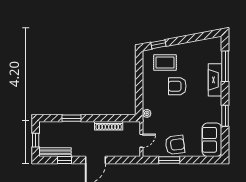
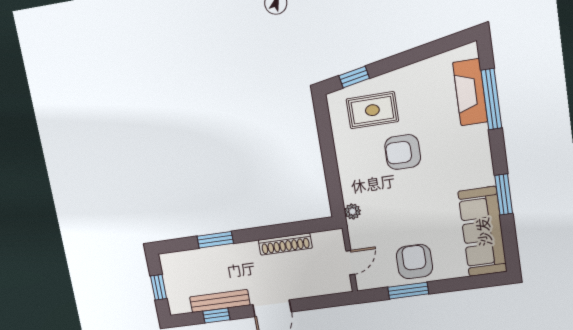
fireplace: (215, 80) -> (470, 92), moved
sofa: (212, 140) -> (483, 232), width x1.36
armchair: (175, 145) -> (414, 262), turned -83
bench: (55, 152) -> (220, 301), moved

